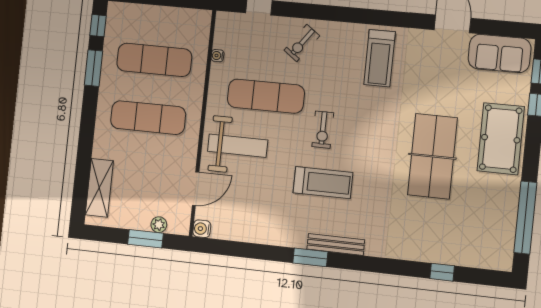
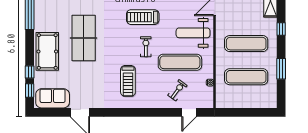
window: (98, 26) -> (281, 29), moved
exercise bike: (302, 43) -> (177, 90), moved
treadmill: (380, 58) -> (128, 81), moved, turned 180

